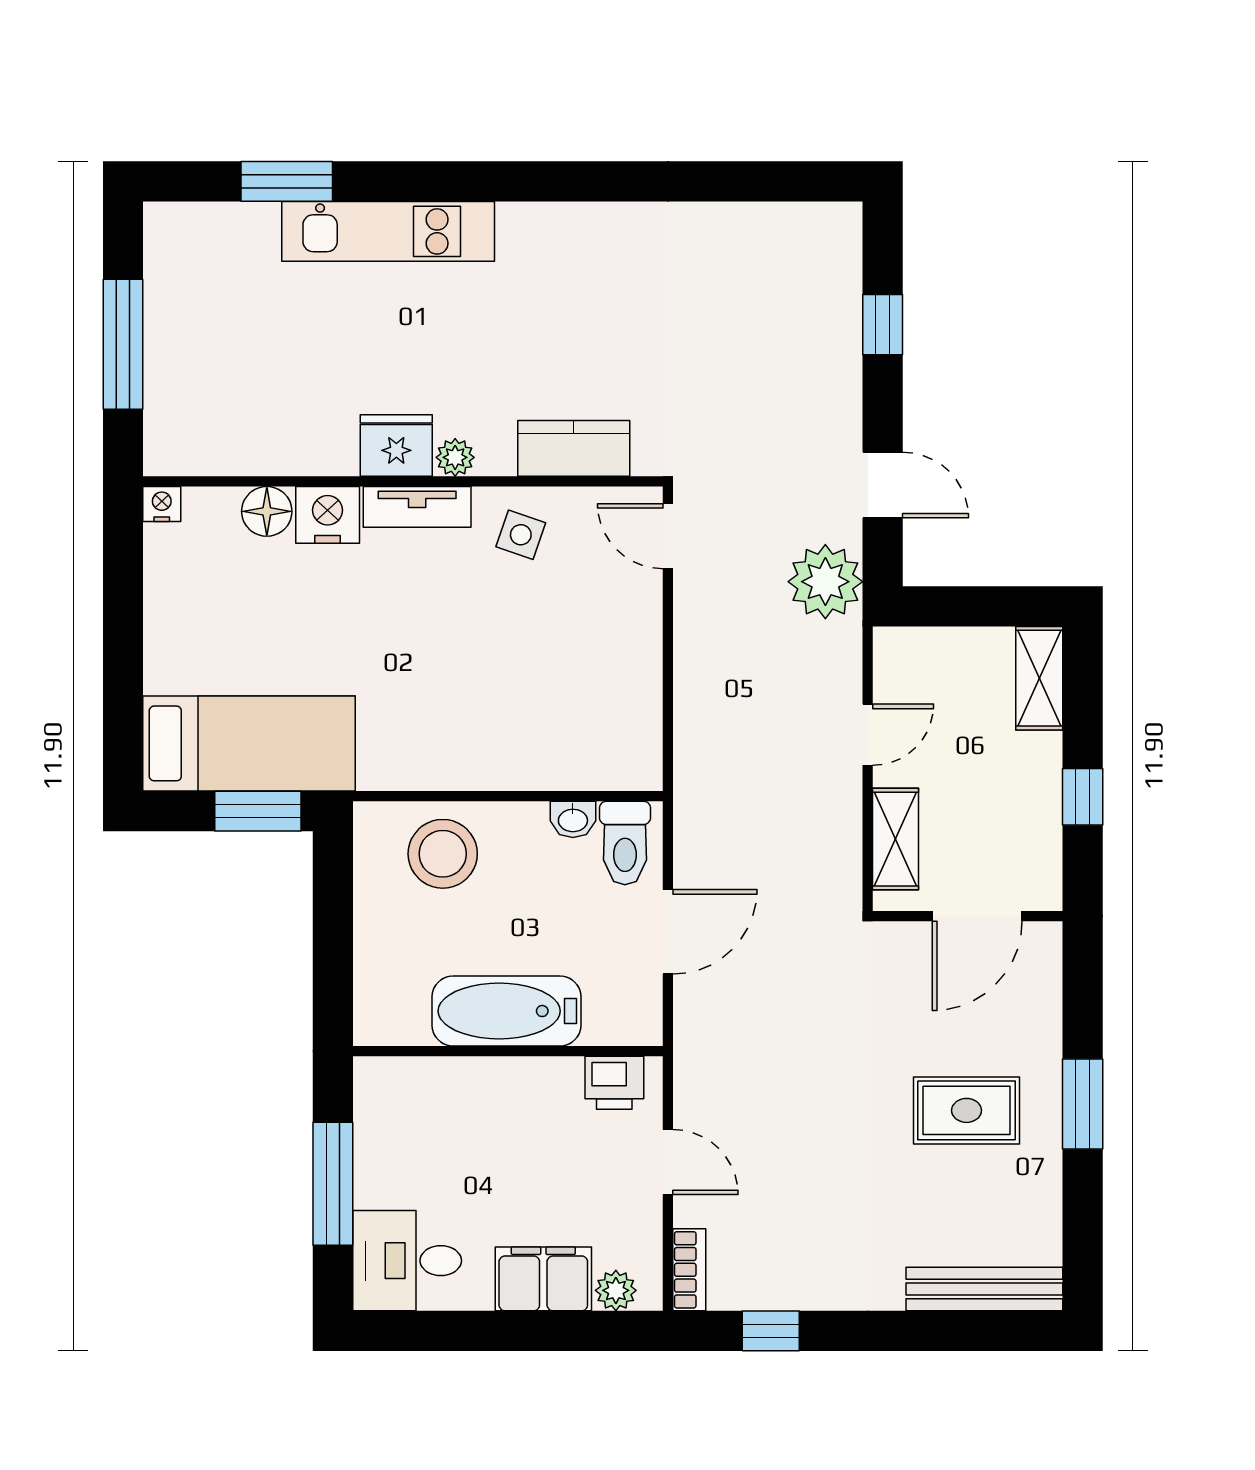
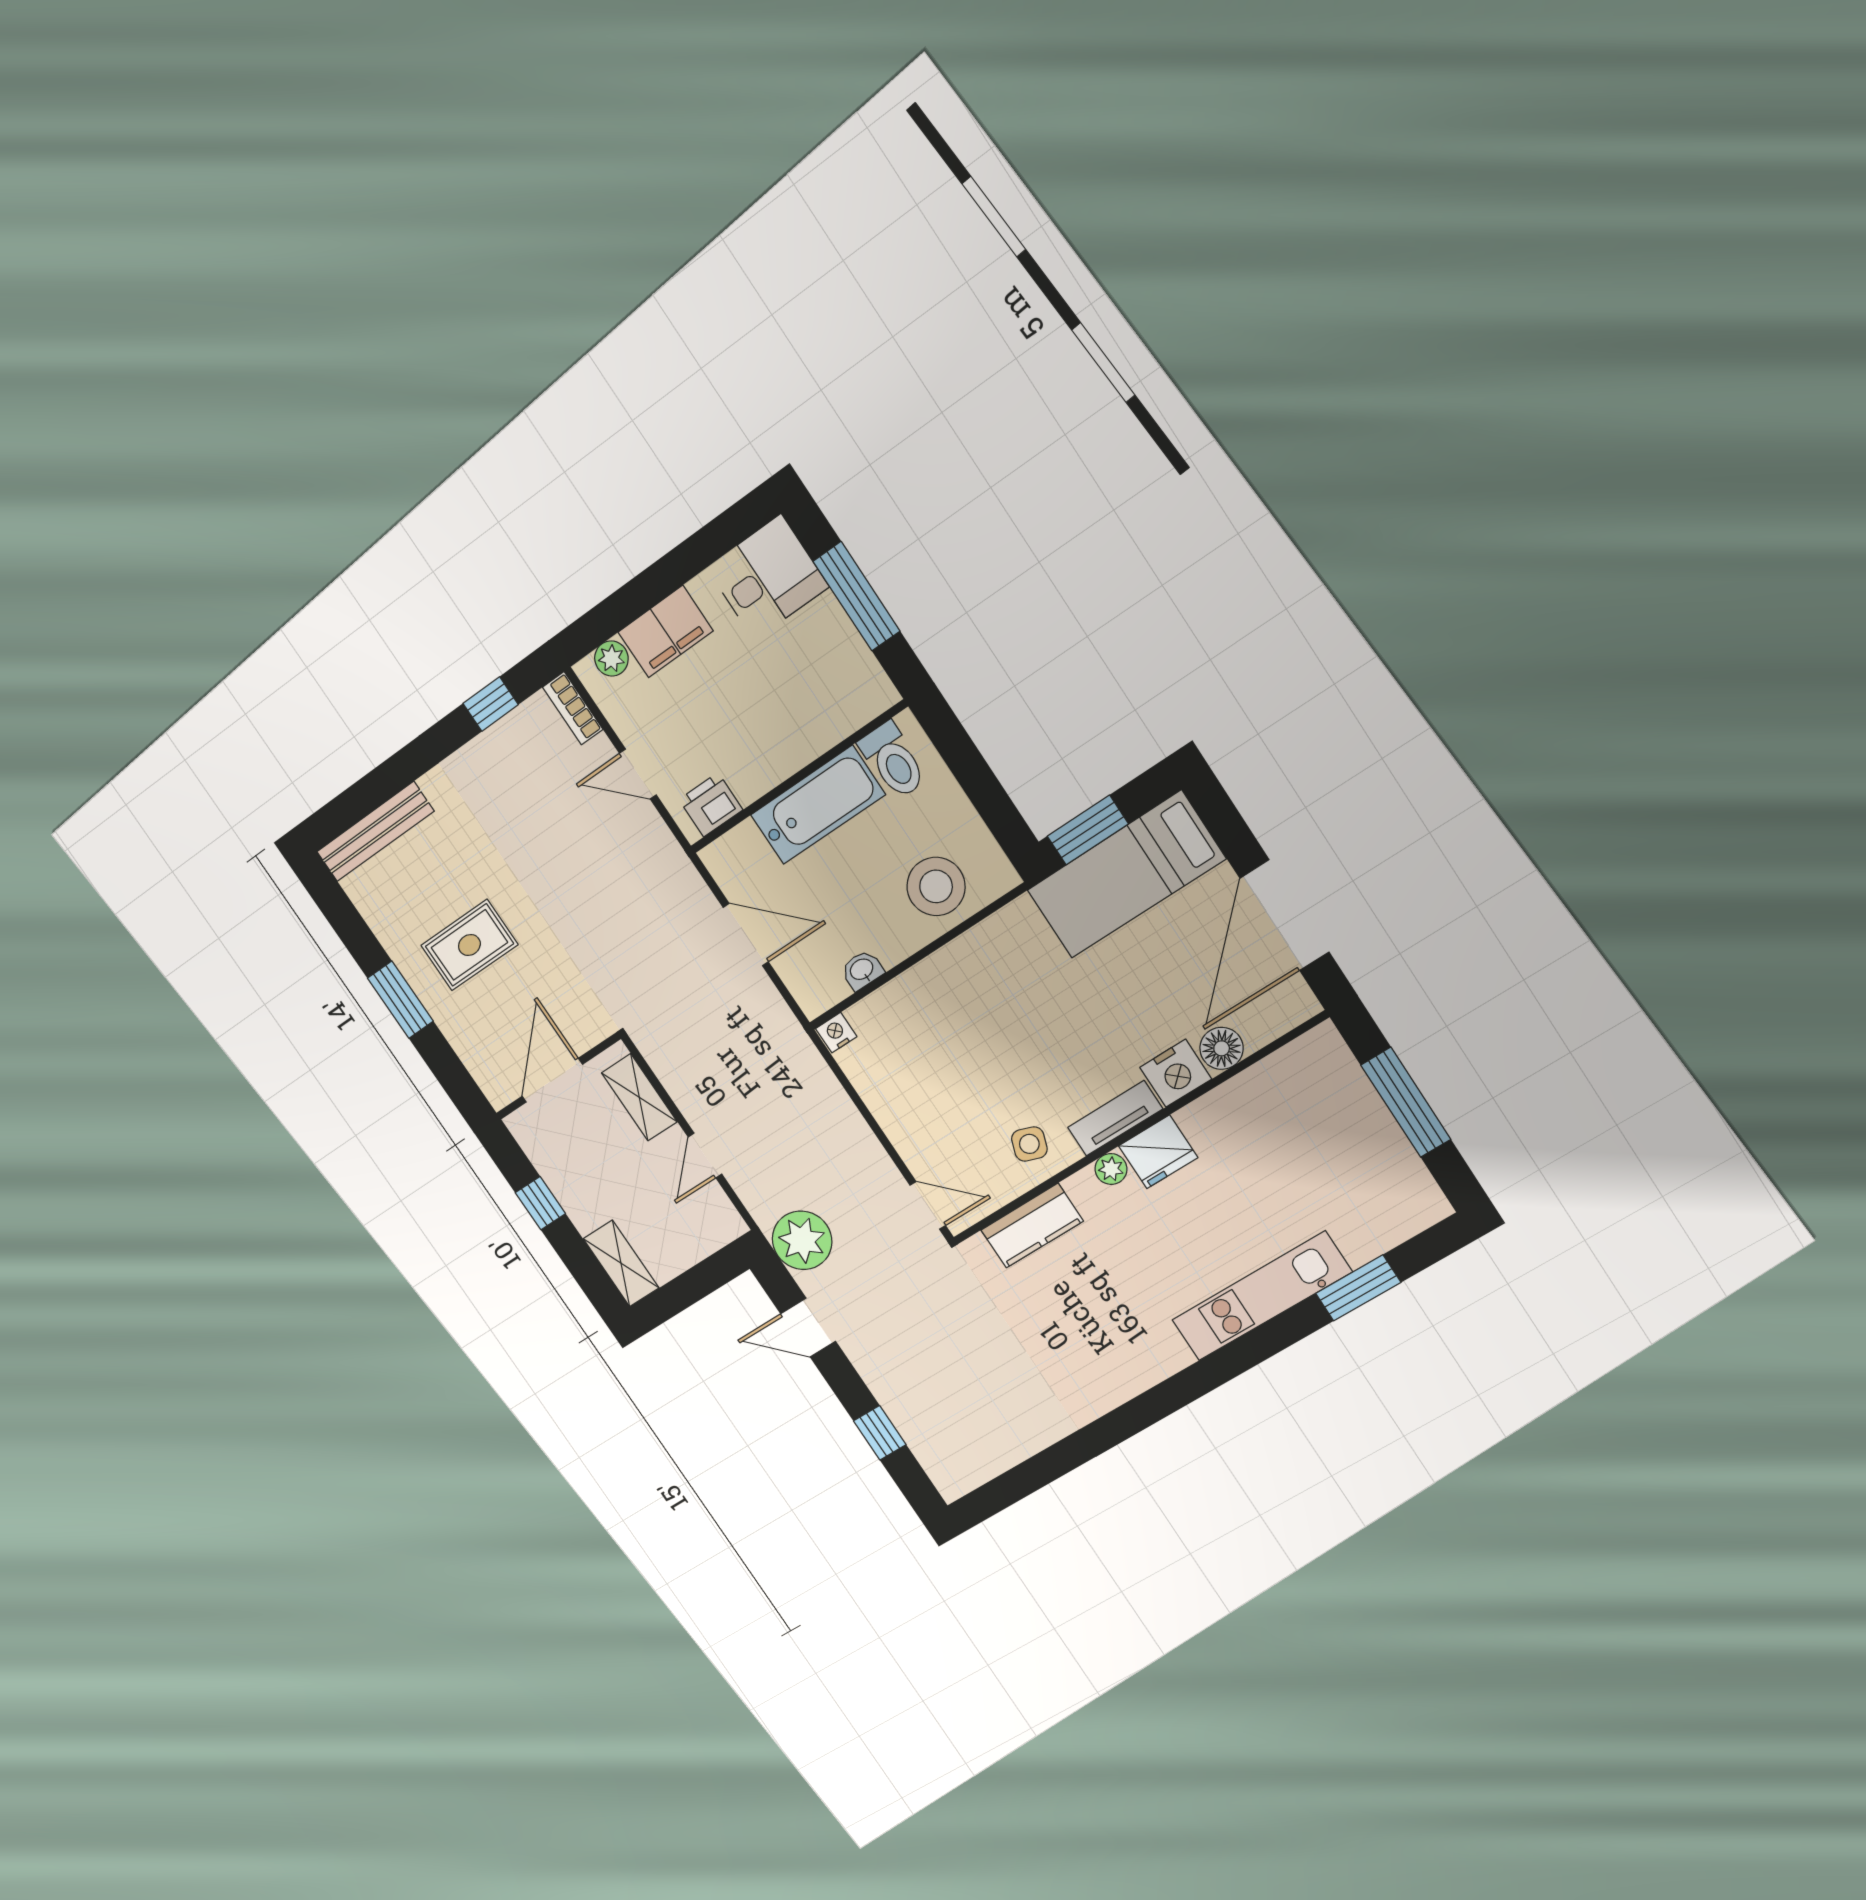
nightstand: (162, 504) -> (836, 1033), moved, turned 180
door: (123, 605) -> (1284, 915), added
toilet: (625, 843) -> (893, 760), moved, turned 180
door: (668, 932) -> (746, 935), swing flipped

